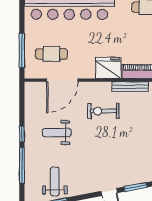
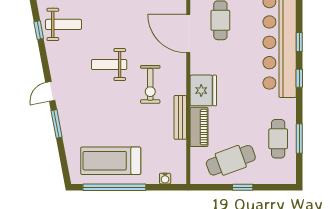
exercise bike: (103, 111) -> (150, 84), turned 180
weight bench: (57, 133) -> (109, 65), moved, turned -90

